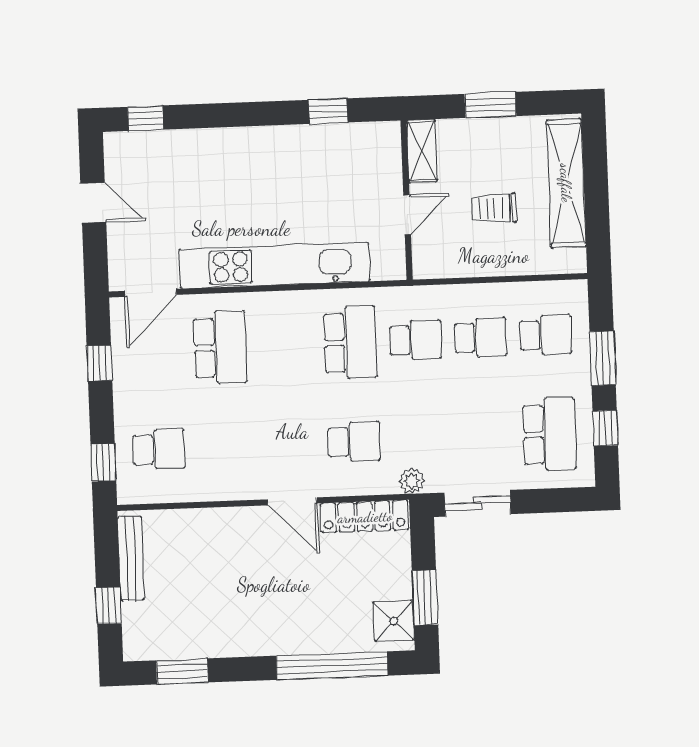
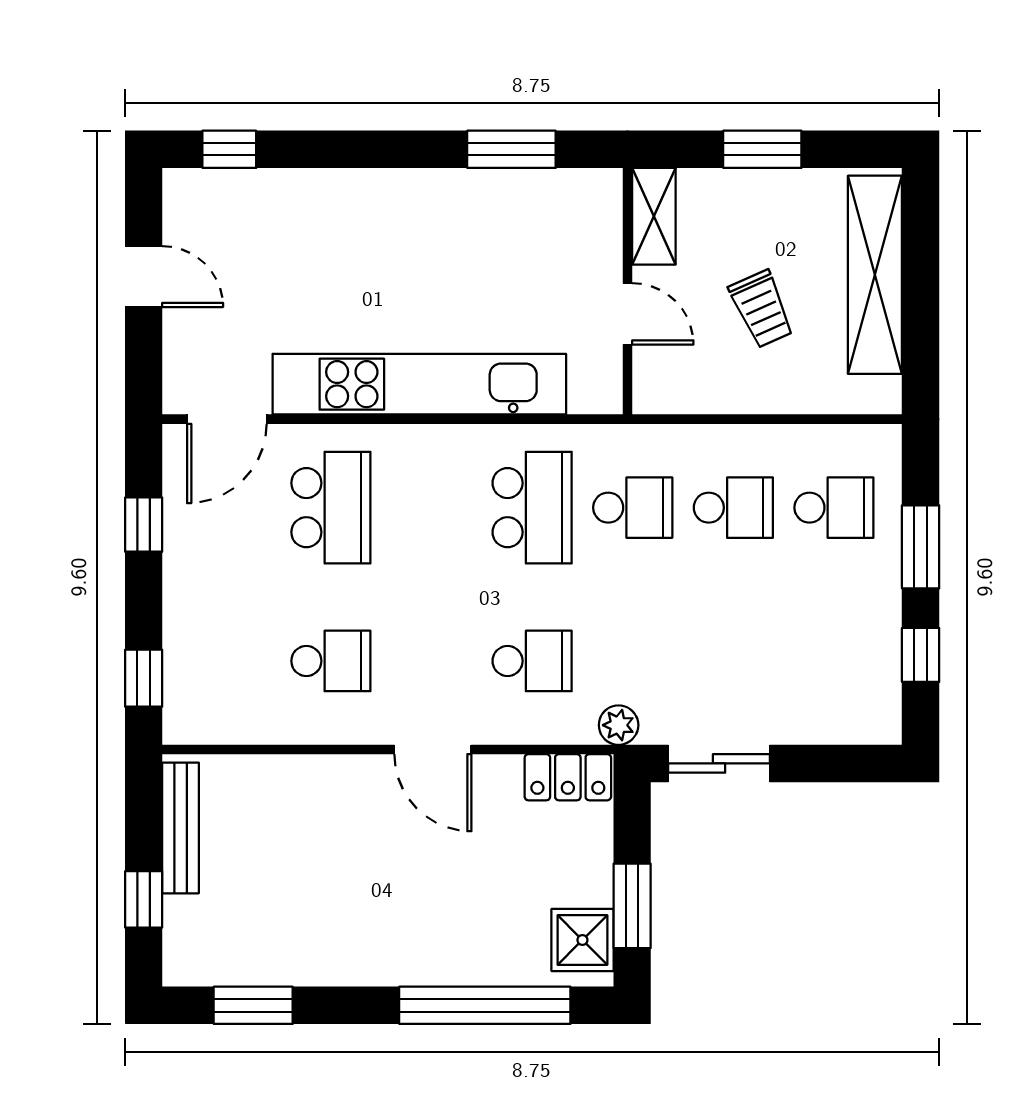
window: (328, 111) -> (511, 149), width x1.50
trolley: (494, 208) -> (762, 309), turned -114
door: (407, 215) -> (627, 314), hinge flipped
school desk: (549, 434) -> (834, 661), removed
school desk: (159, 449) -> (331, 661), moved
locker: (365, 517) -> (568, 777), width x0.66

